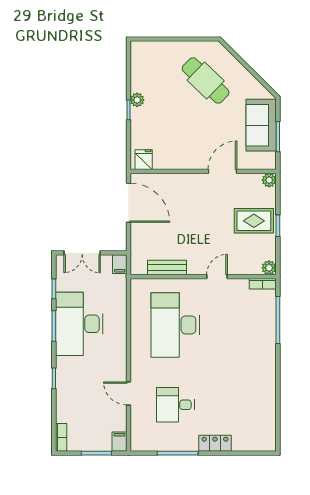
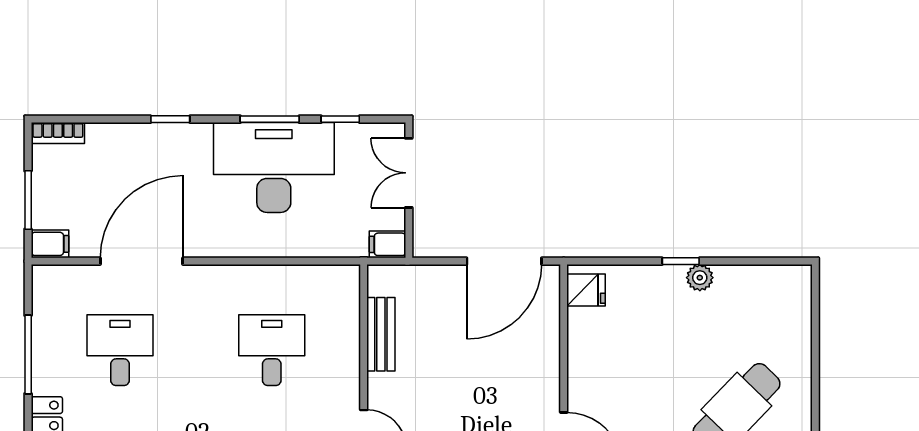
desk: (175, 325) -> (272, 350), width x0.53, depth x0.77
door: (128, 393) -> (141, 261), width x1.87

